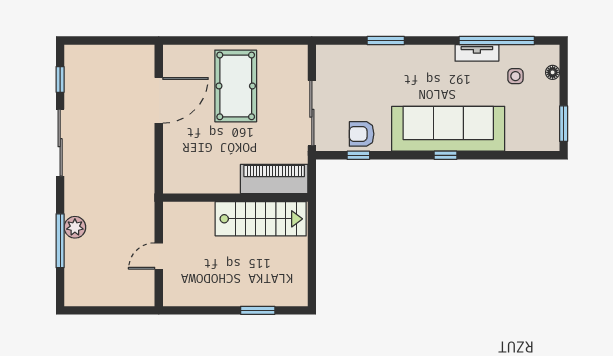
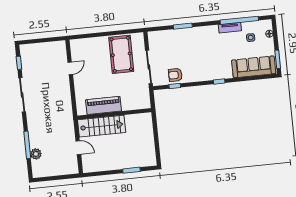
pool table: (236, 86) -> (121, 54), moved
door: (159, 100) -> (70, 68), width x0.53
sofa: (448, 129) -> (254, 67), moved, width x0.74, depth x0.79
piano: (274, 179) -> (104, 105), moved
stairs: (261, 219) -> (102, 126), moved
plant: (75, 227) -> (36, 154), moved
door: (159, 256) -> (78, 148), swing flipped

